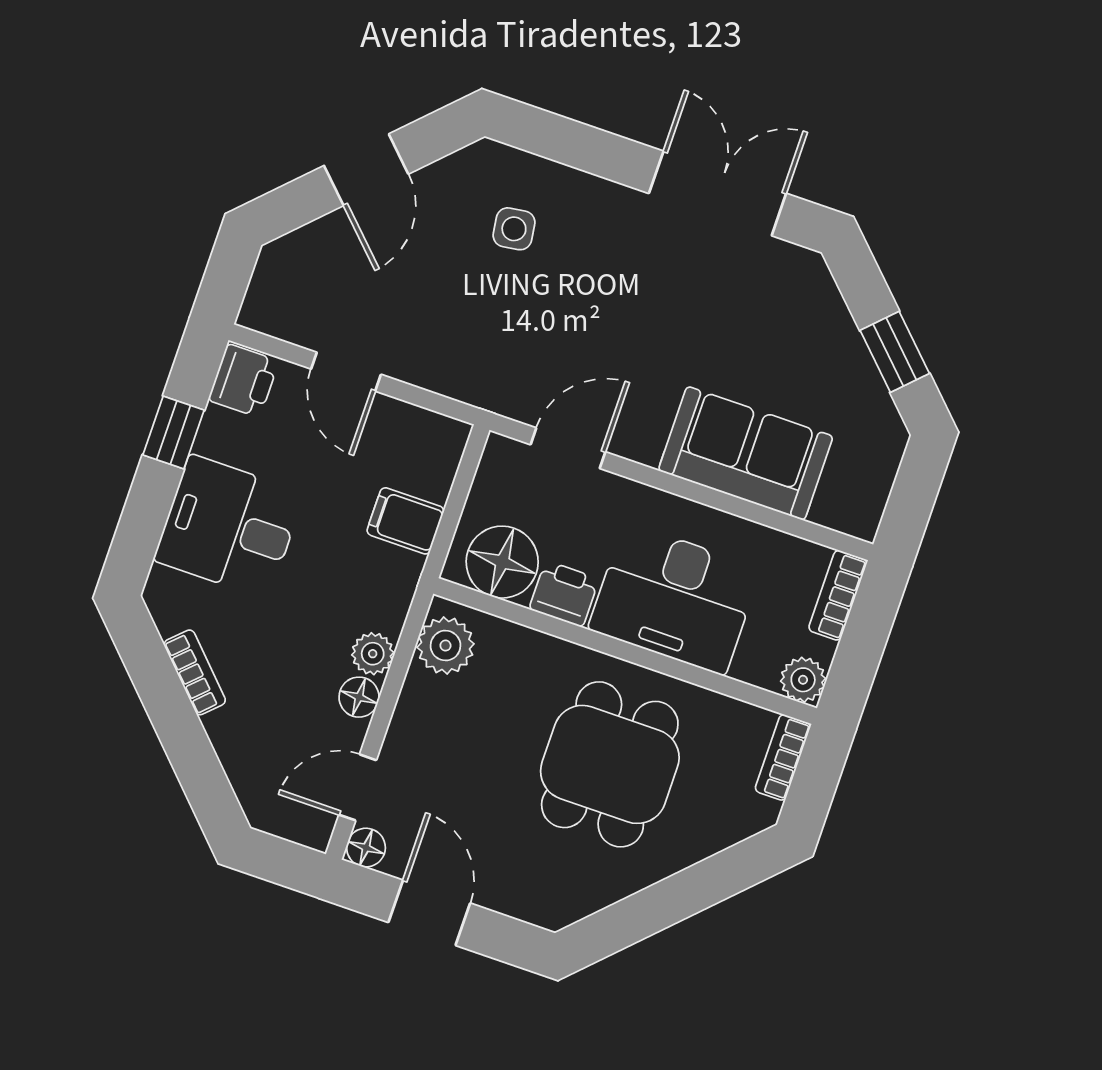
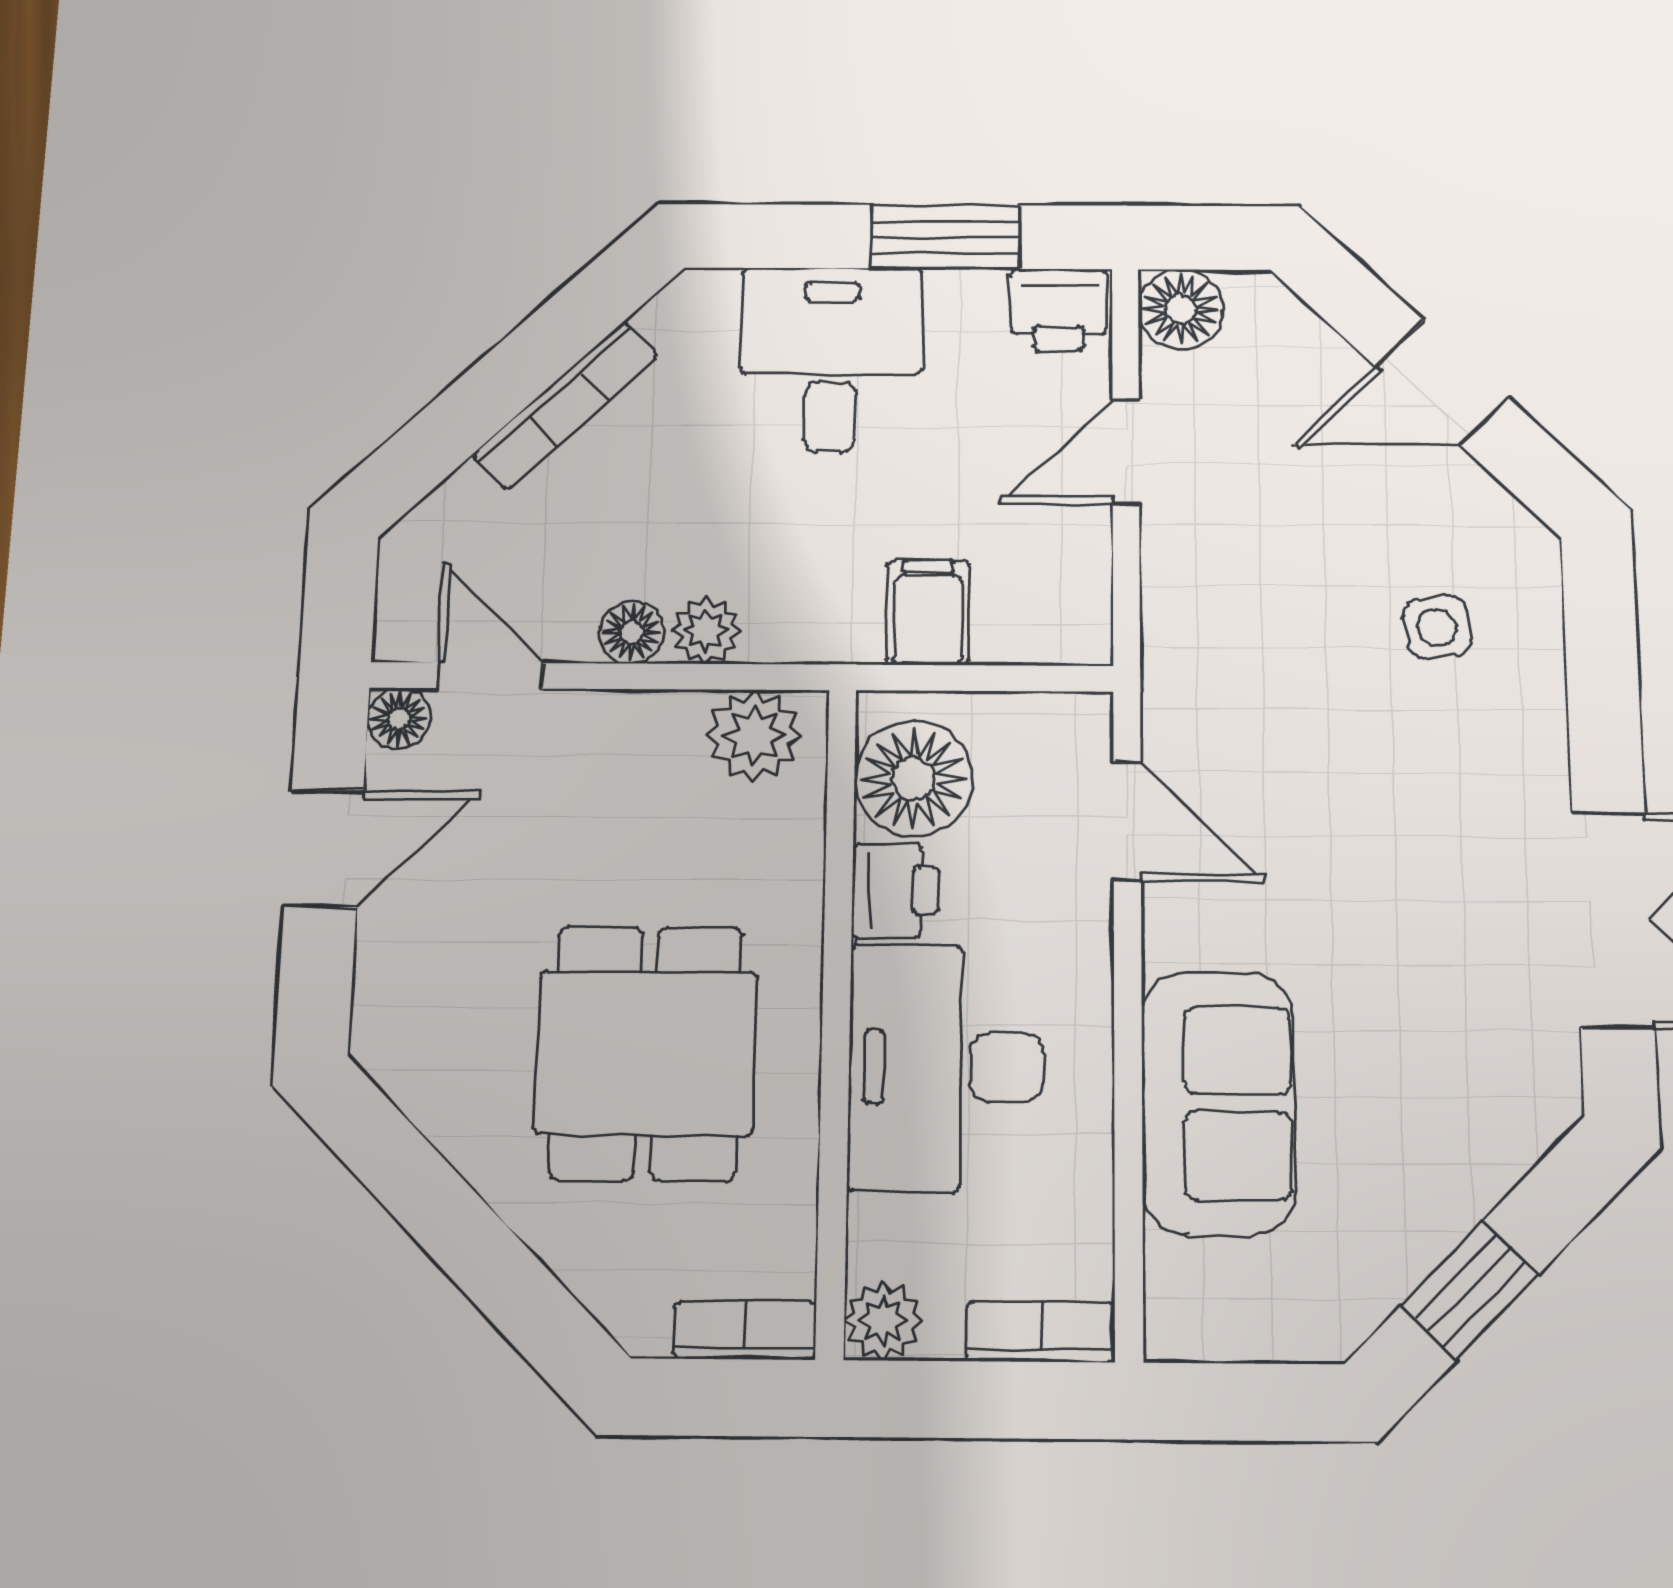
floor lamp: (268, 308) -> (1181, 309), added
window: (174, 432) -> (946, 237), width x1.50
bookcase: (195, 672) -> (566, 405), width x1.56
dining table: (610, 764) -> (646, 1053), turned 90

